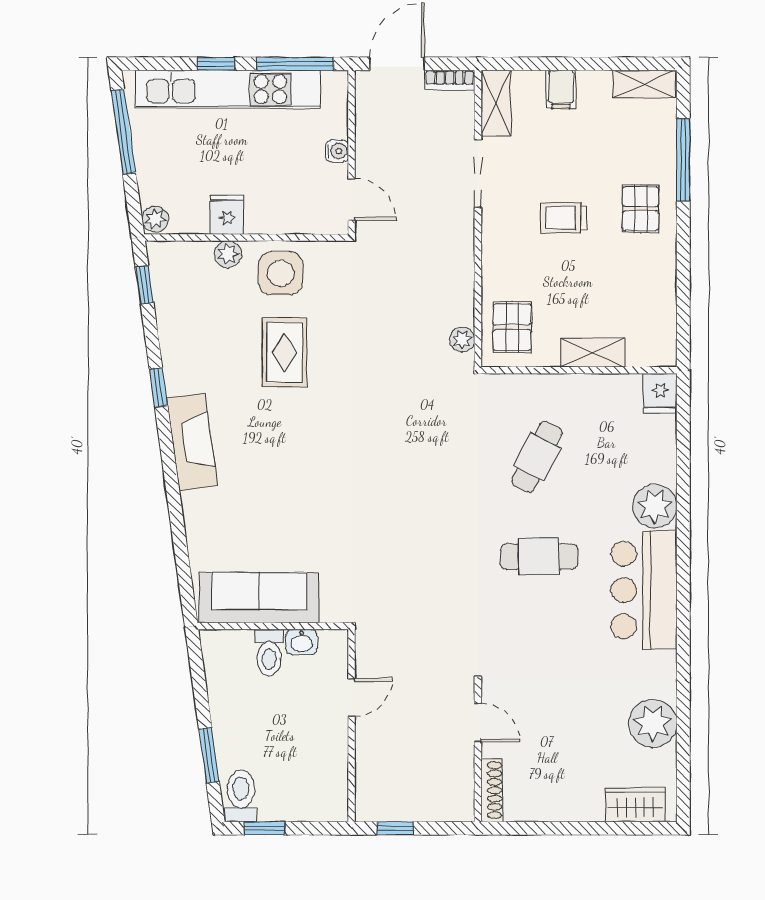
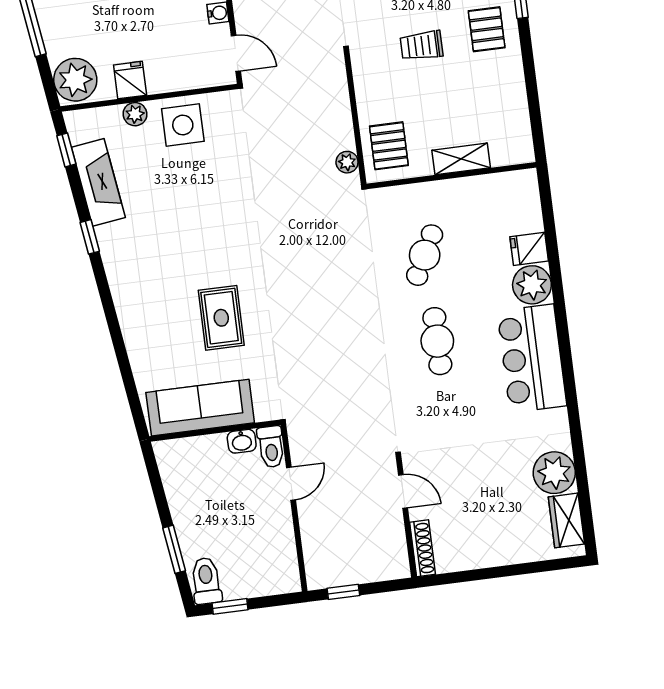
plant: (155, 219) -> (75, 80), width x1.87, depth x1.87
rug: (285, 352) -> (221, 318), moved
fridge: (660, 393) -> (529, 249), moved, turned 90
fireplace: (192, 442) -> (98, 182), moved
cafe table: (539, 557) -> (437, 341), turned 90
toilet: (269, 653) -> (271, 447), moved
wardrobe: (635, 805) -> (566, 520), moved, turned -90

